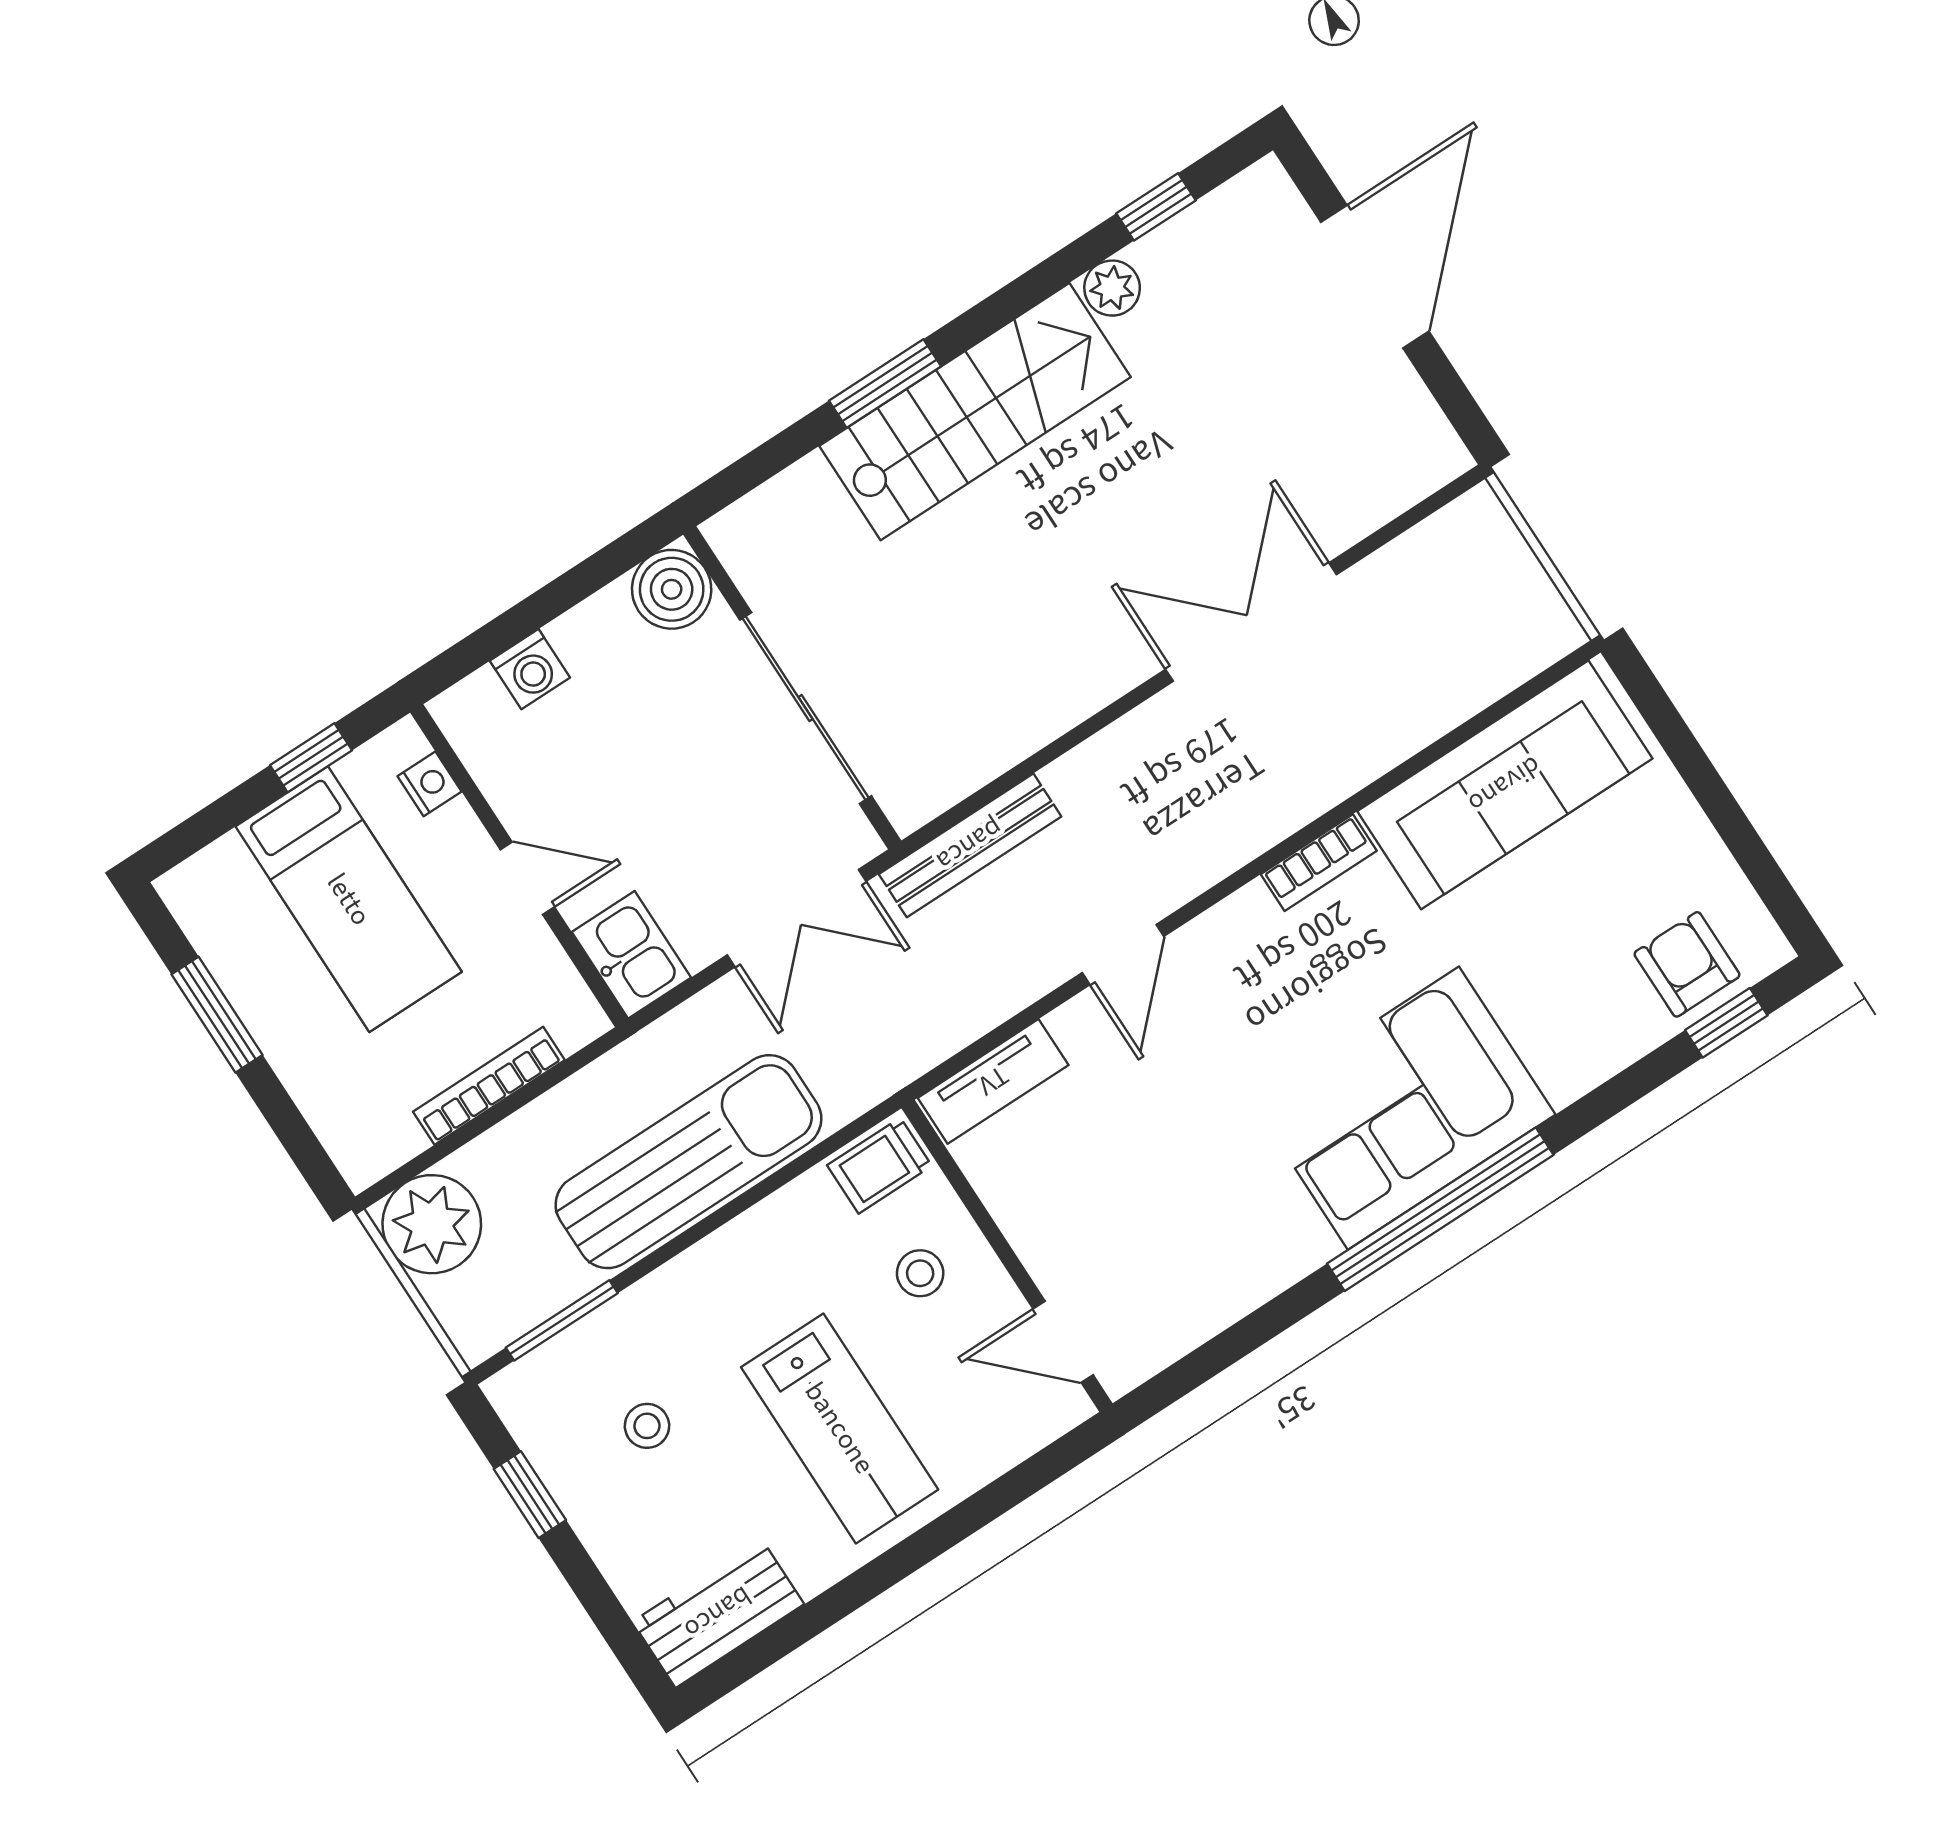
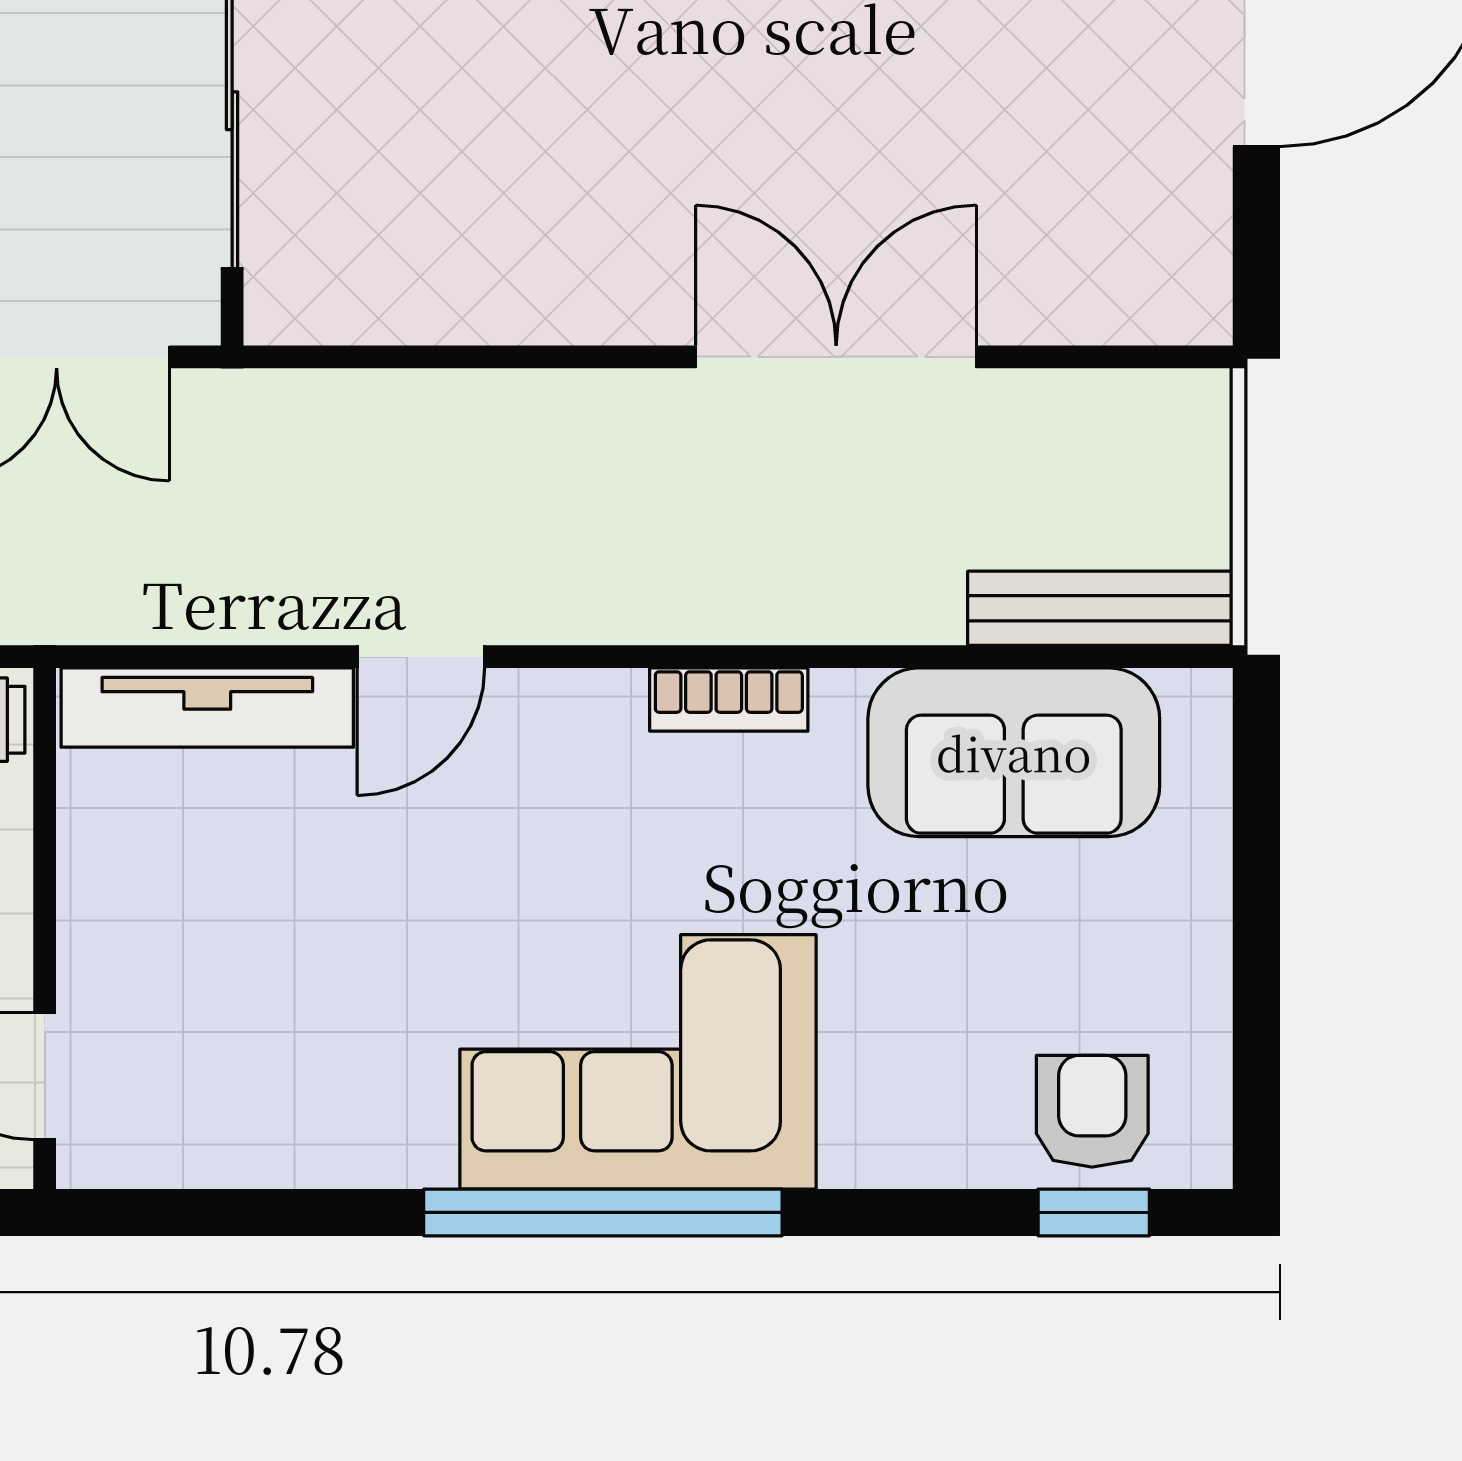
sofa: (1505, 785) -> (1014, 752), width x0.73
bench: (970, 845) -> (1100, 608), moved
tv unit: (993, 1081) -> (207, 708), width x1.41

